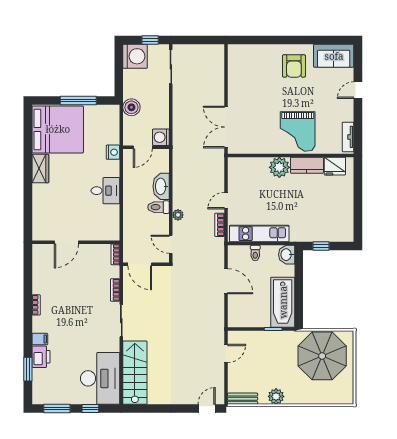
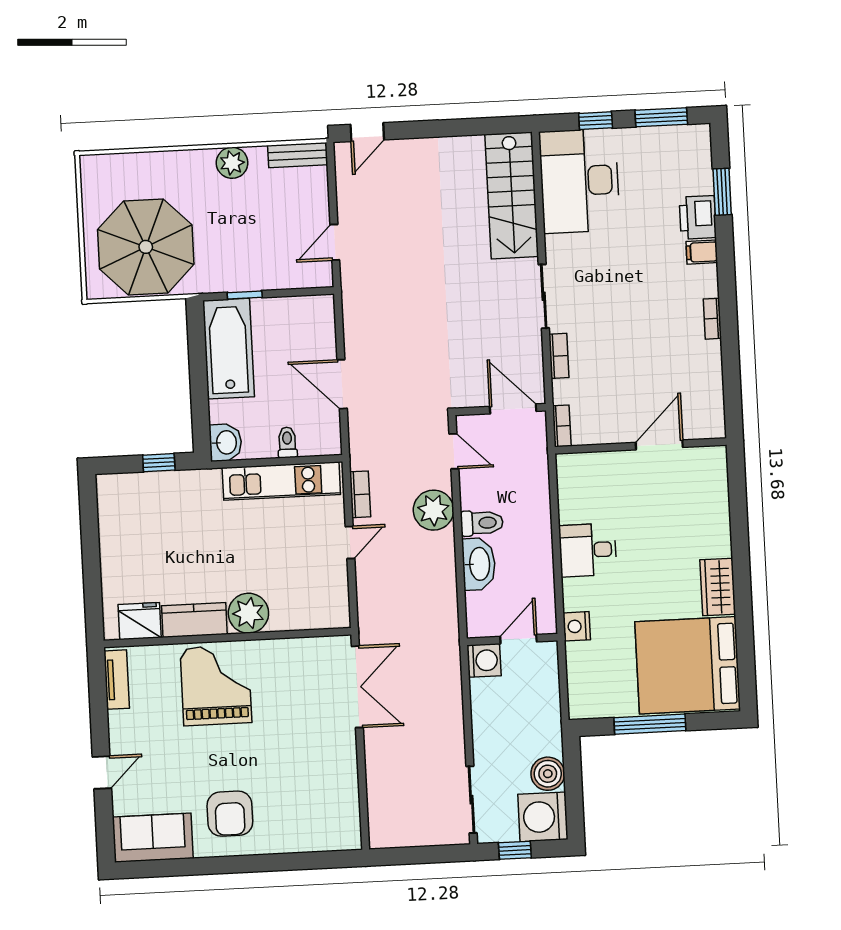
armchair: (294, 66) -> (230, 814), turned 180
boiler: (131, 107) -> (548, 774), moved
plant: (178, 215) -> (433, 510), width x1.88, depth x1.88

